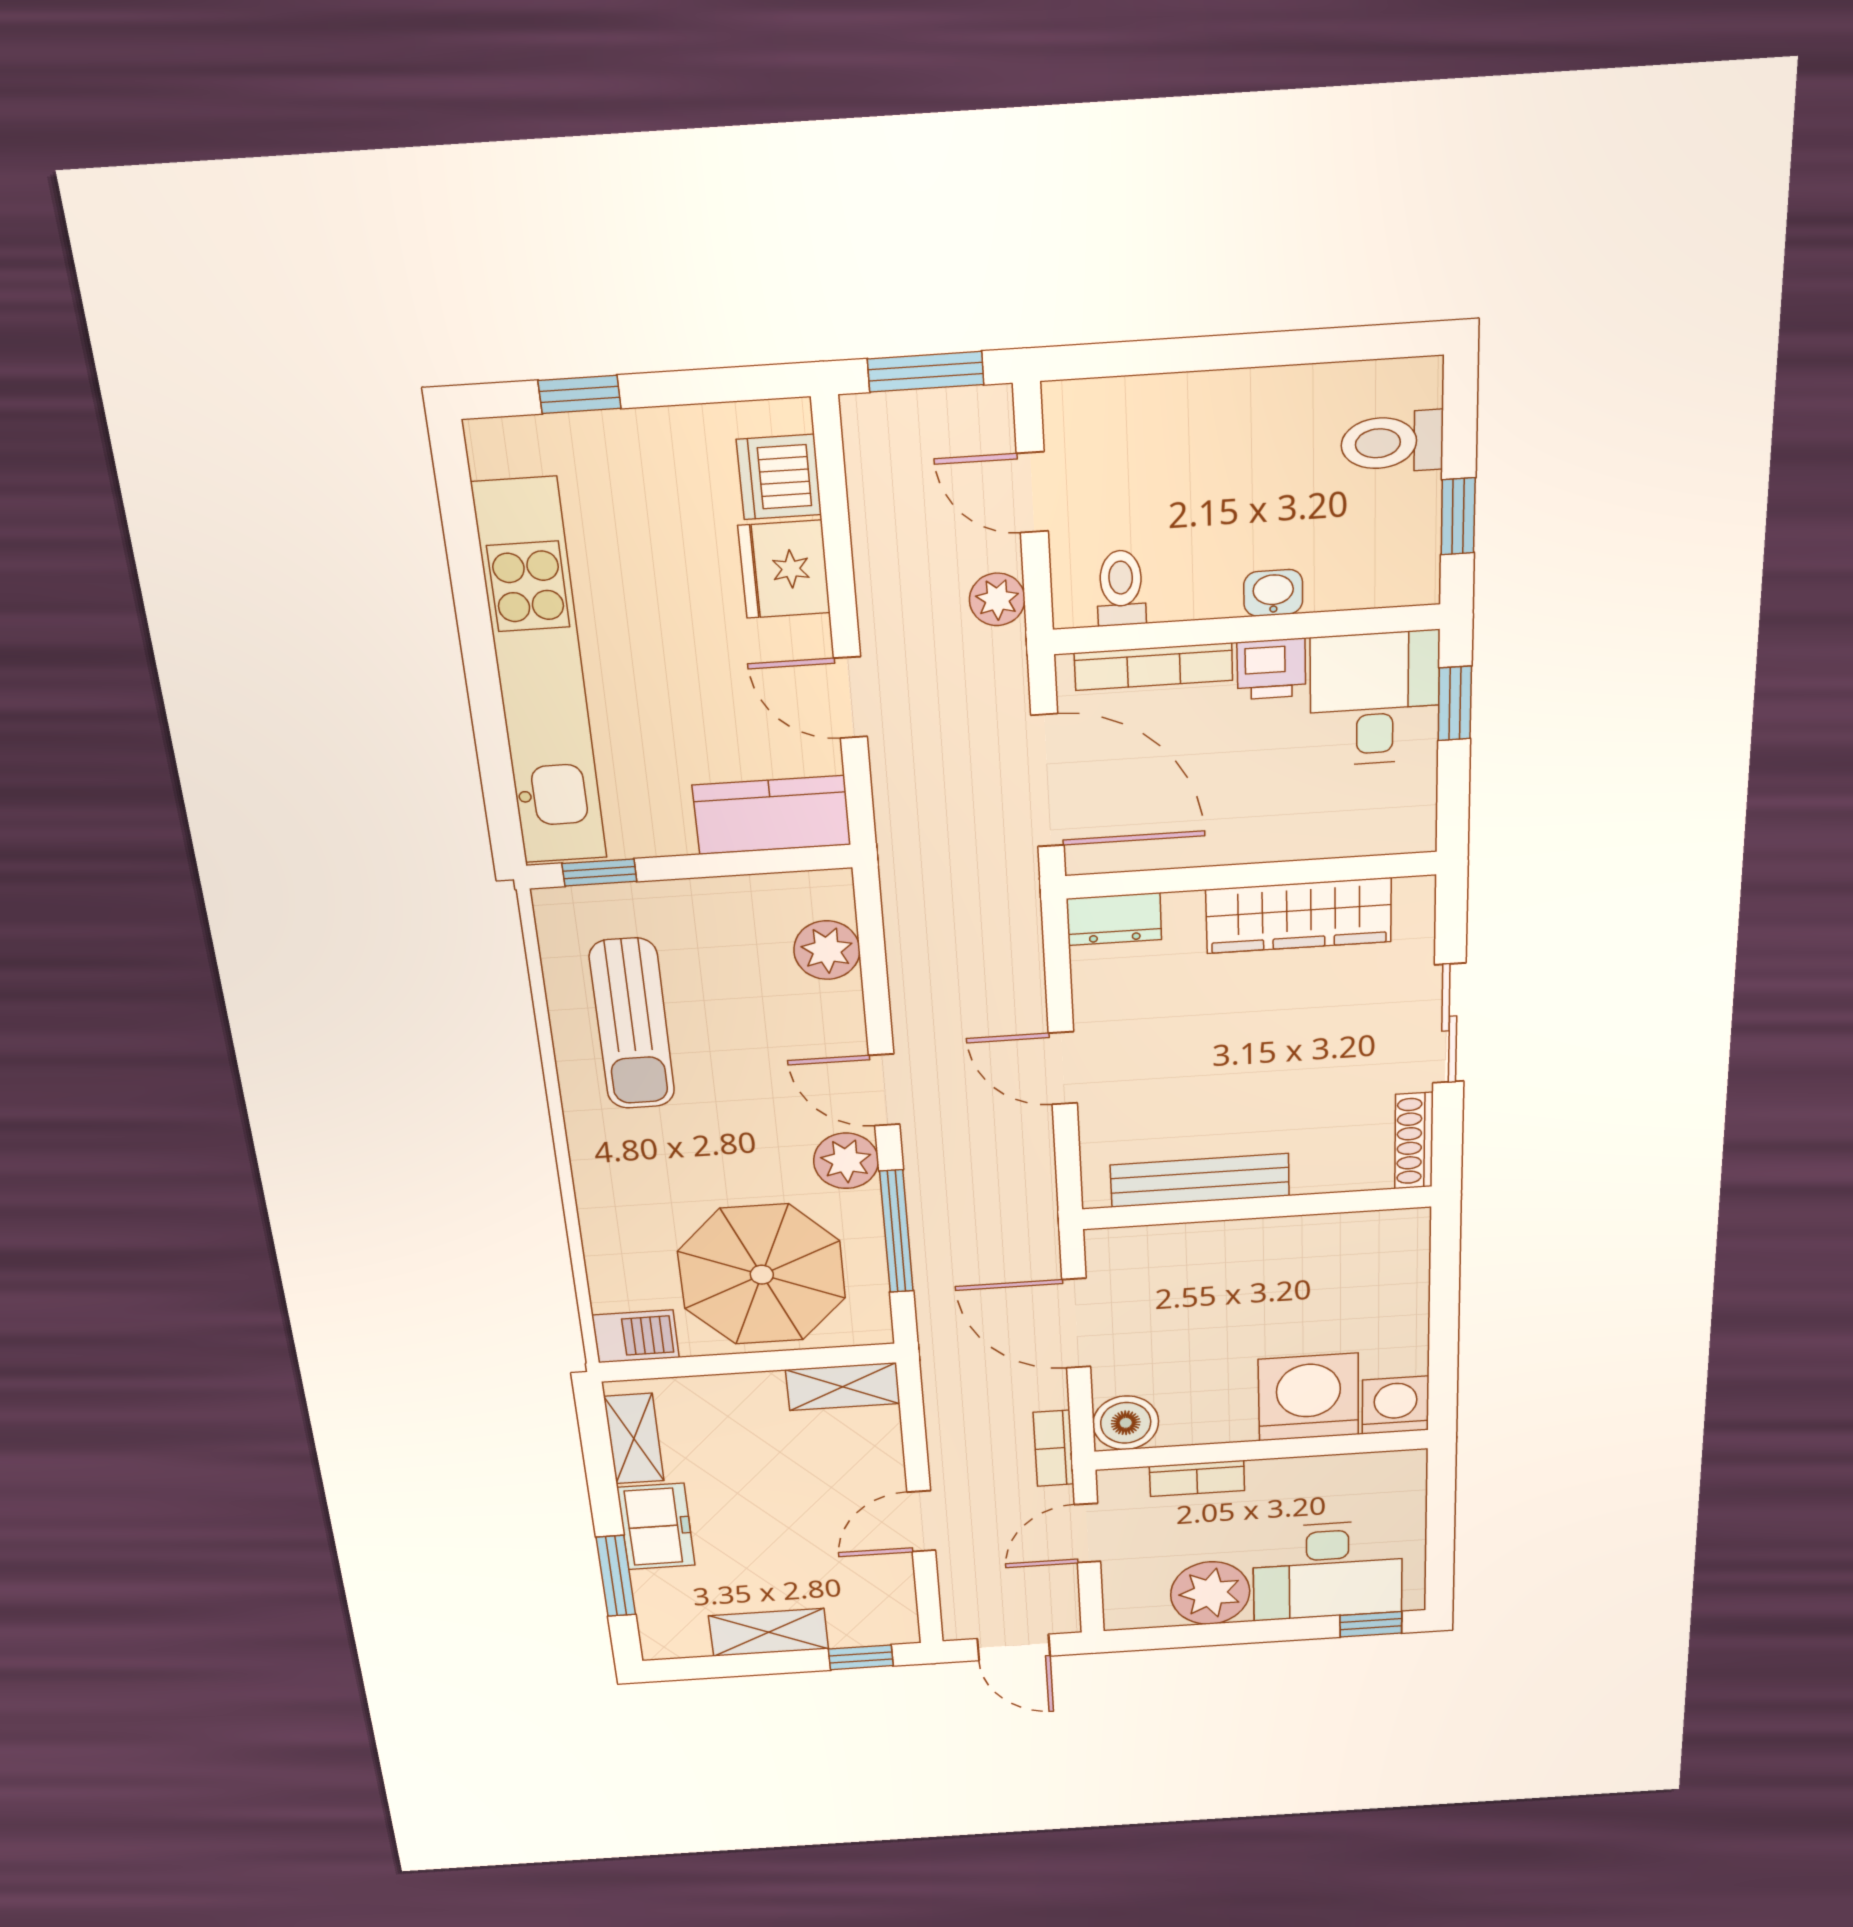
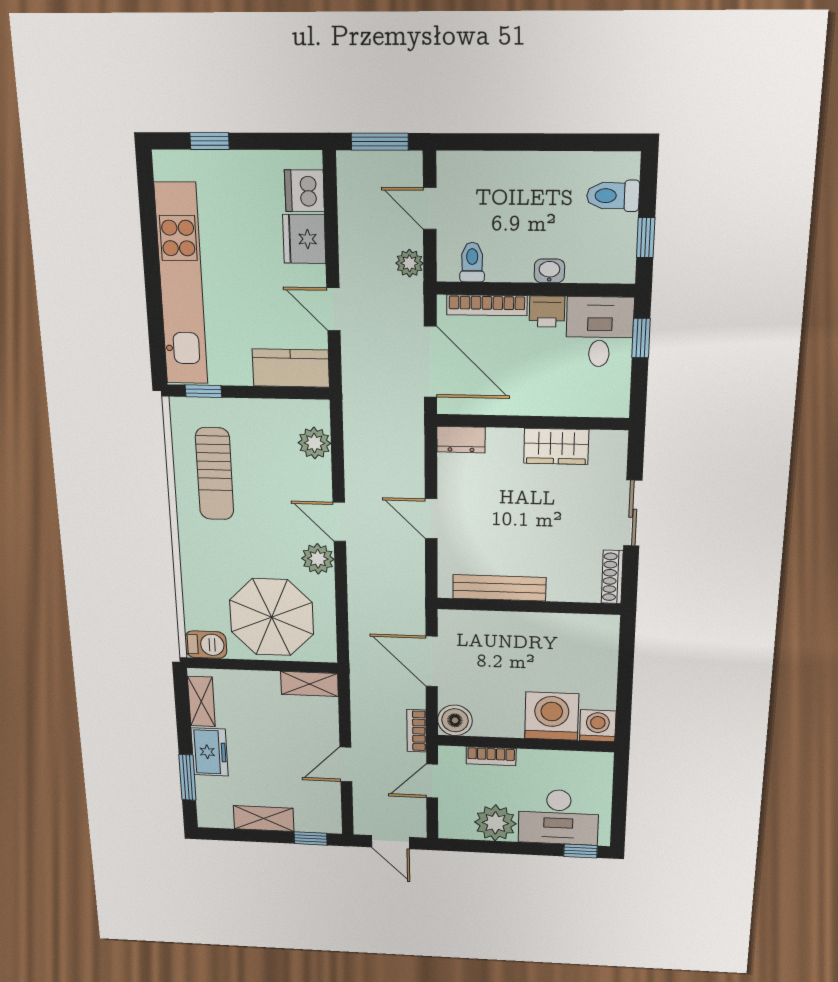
wardrobe: (1299, 916) -> (556, 446), width x0.67
window: (896, 1231) -> (341, 600), removed

